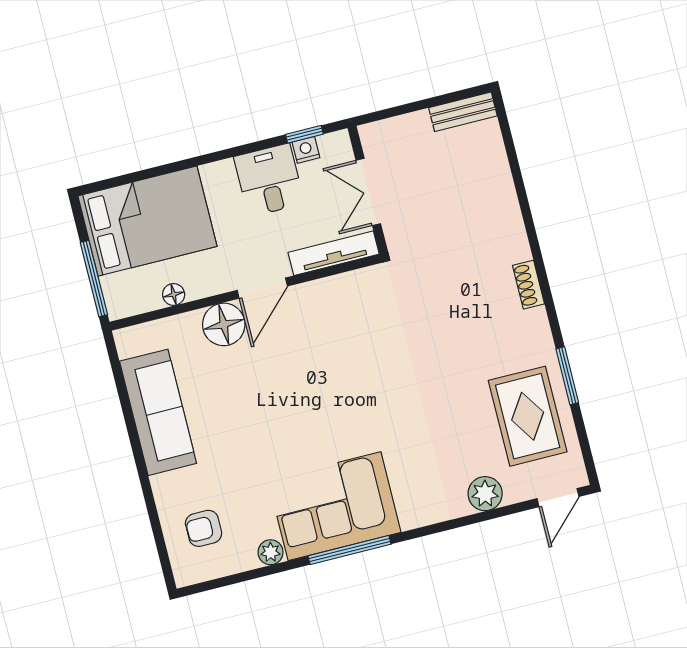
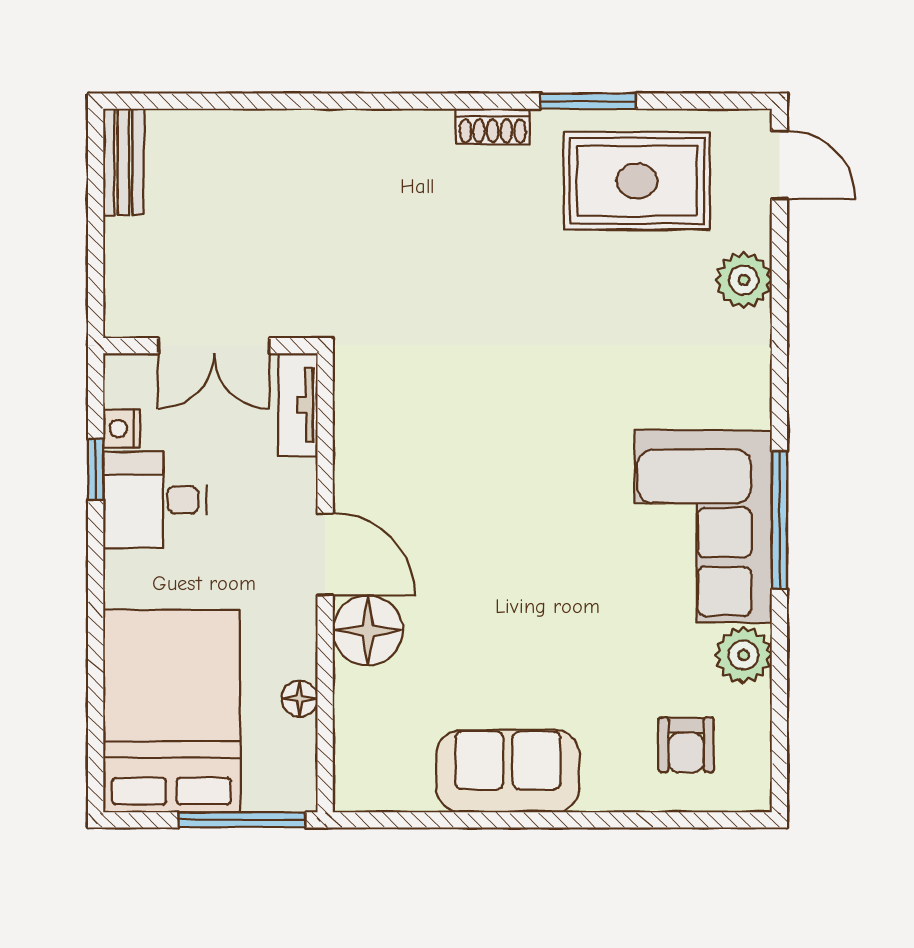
window: (304, 134) -> (96, 470), moved
tv unit: (334, 253) -> (298, 405), width x0.71
shoe rack: (528, 285) -> (493, 127), moved
sofa: (158, 412) -> (508, 771), width x0.73
plant: (271, 552) -> (744, 655), width x1.38, depth x1.38

